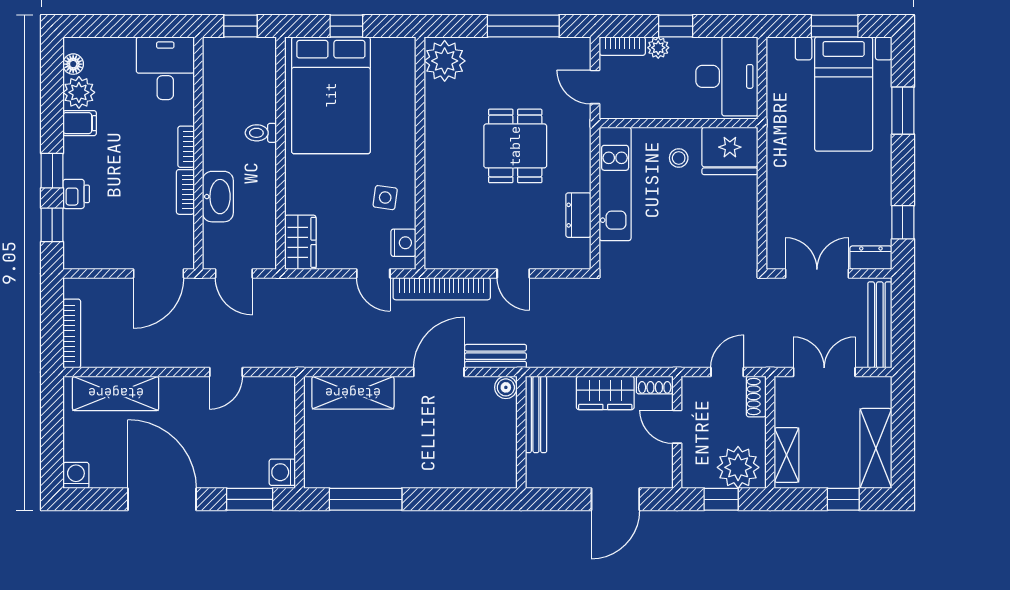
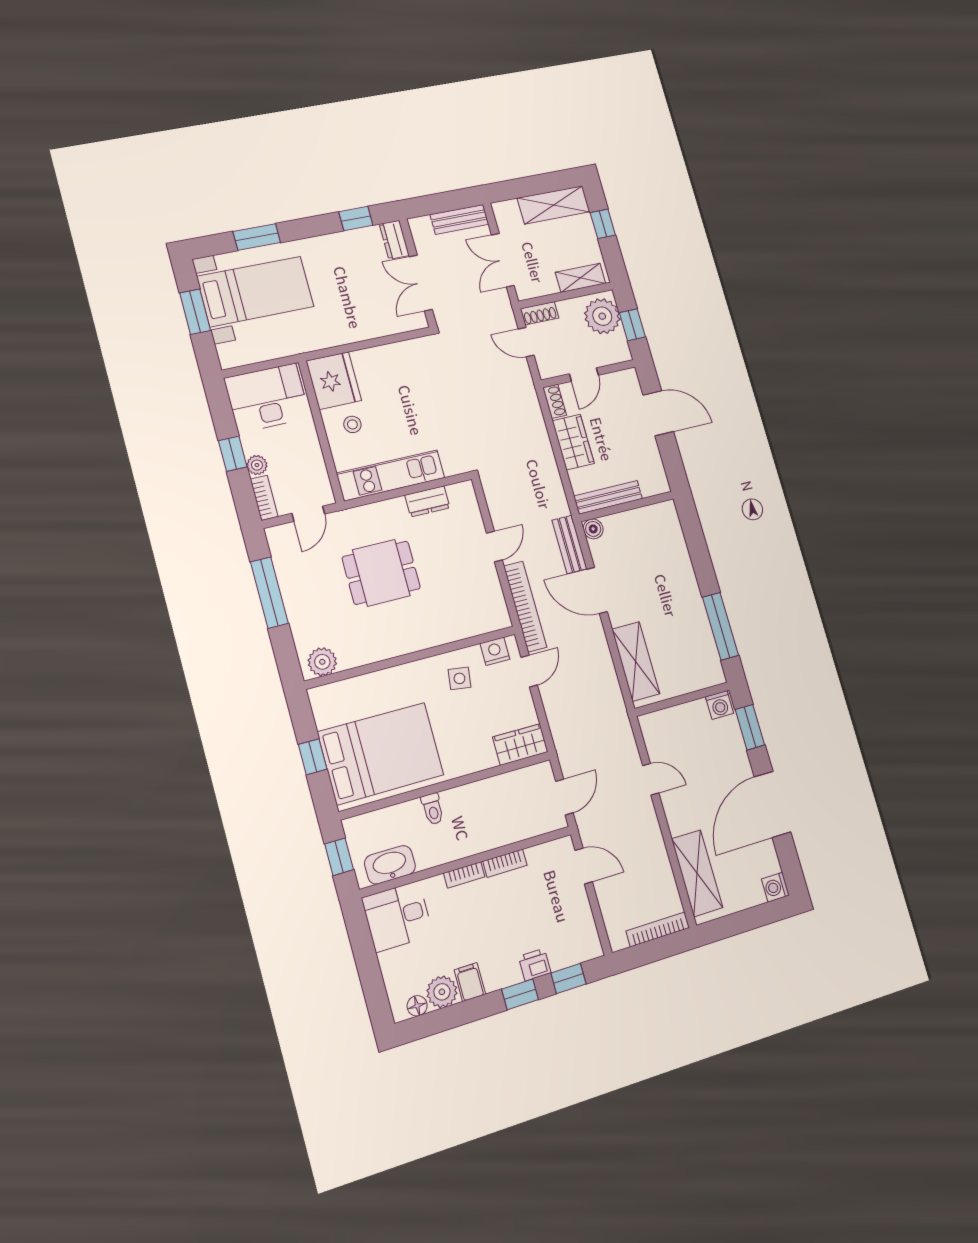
plant: (445, 61) -> (322, 662), width x0.73, depth x0.73
washbasin: (218, 197) -> (390, 865), moved
door: (158, 274) -> (584, 866), width x0.73
bench: (880, 325) -> (460, 219), width x0.73

